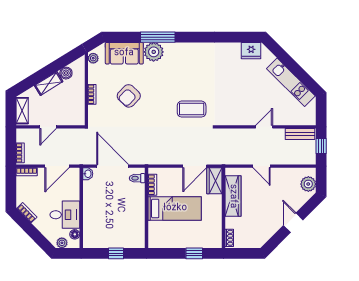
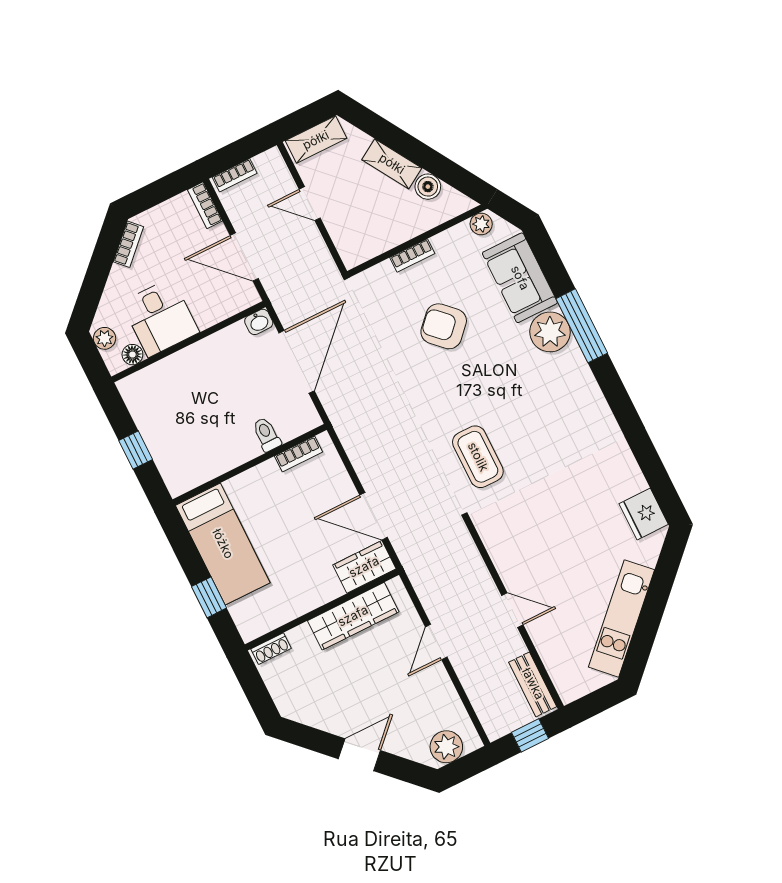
toilet: (137, 178) -> (267, 434), moved
bed: (175, 208) -> (223, 544), moved

